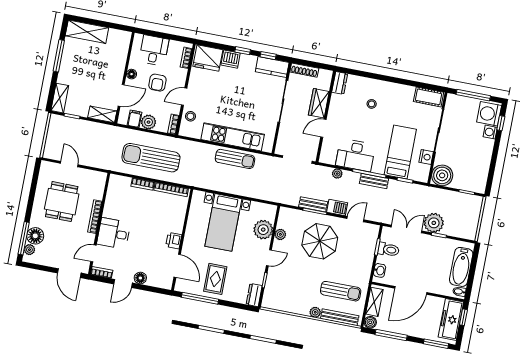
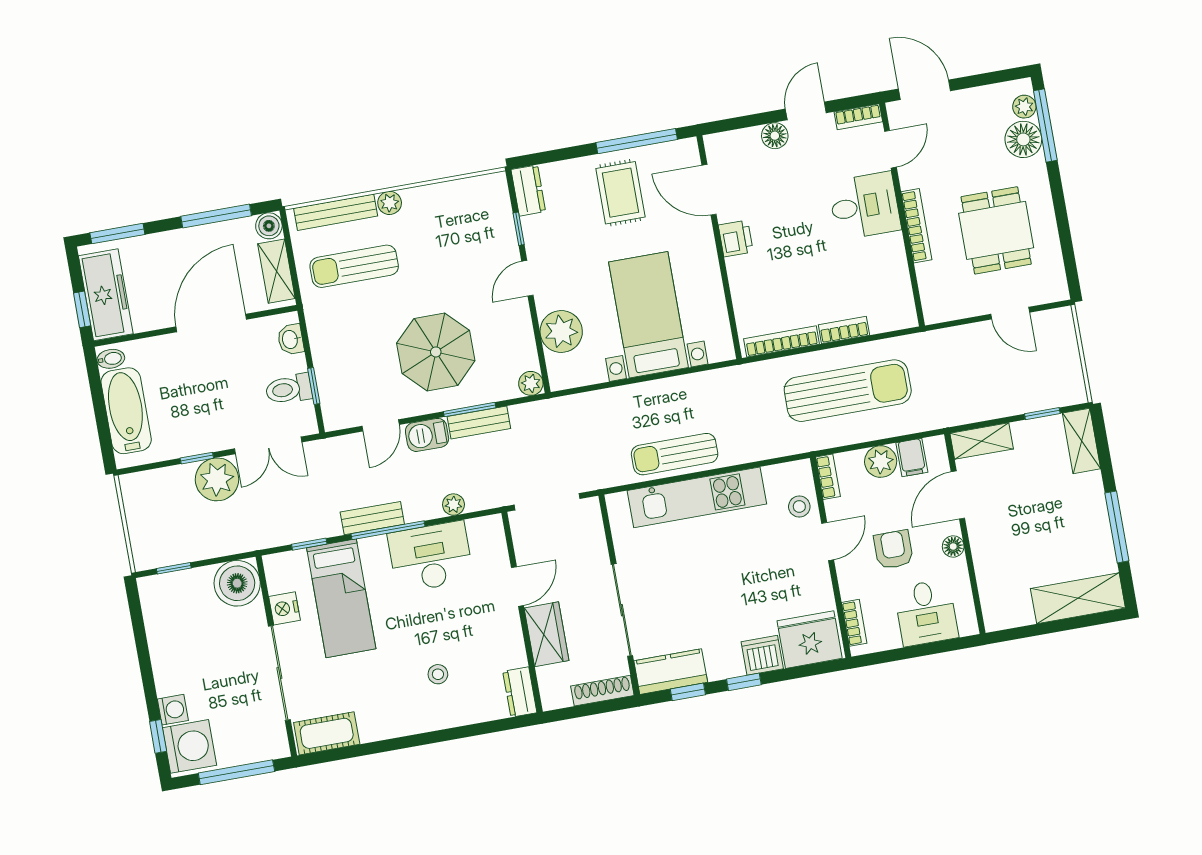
plant: (280, 234) -> (531, 383), moved

